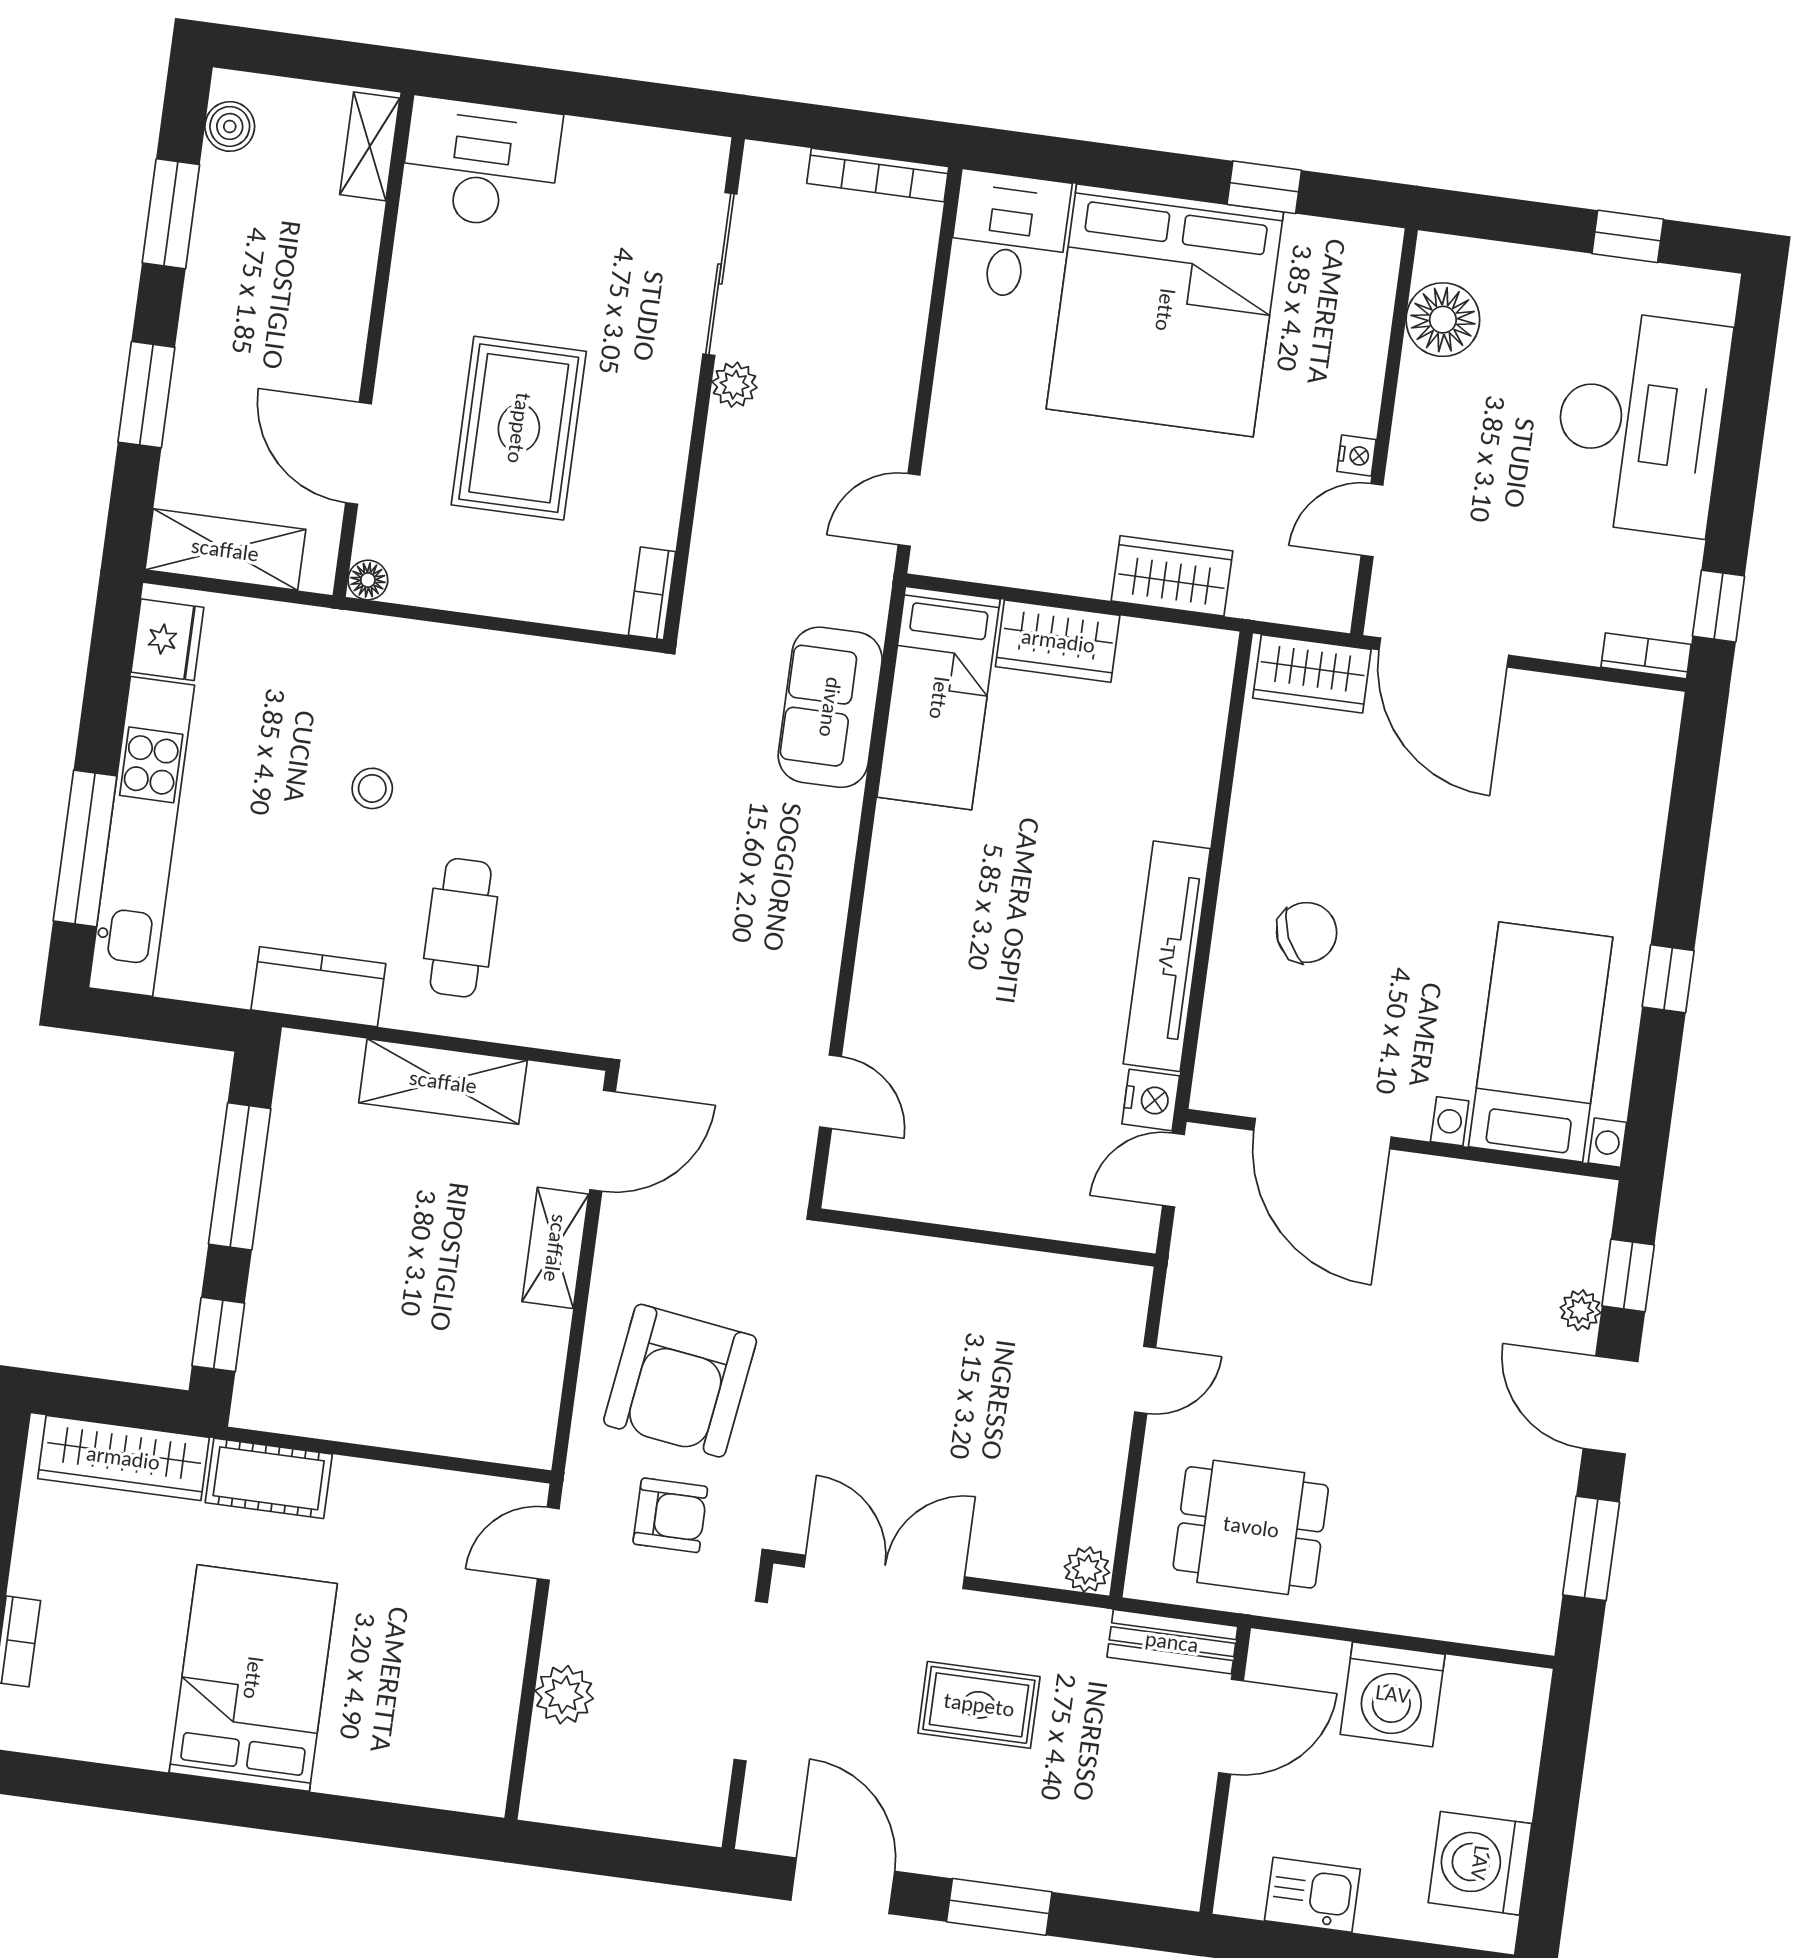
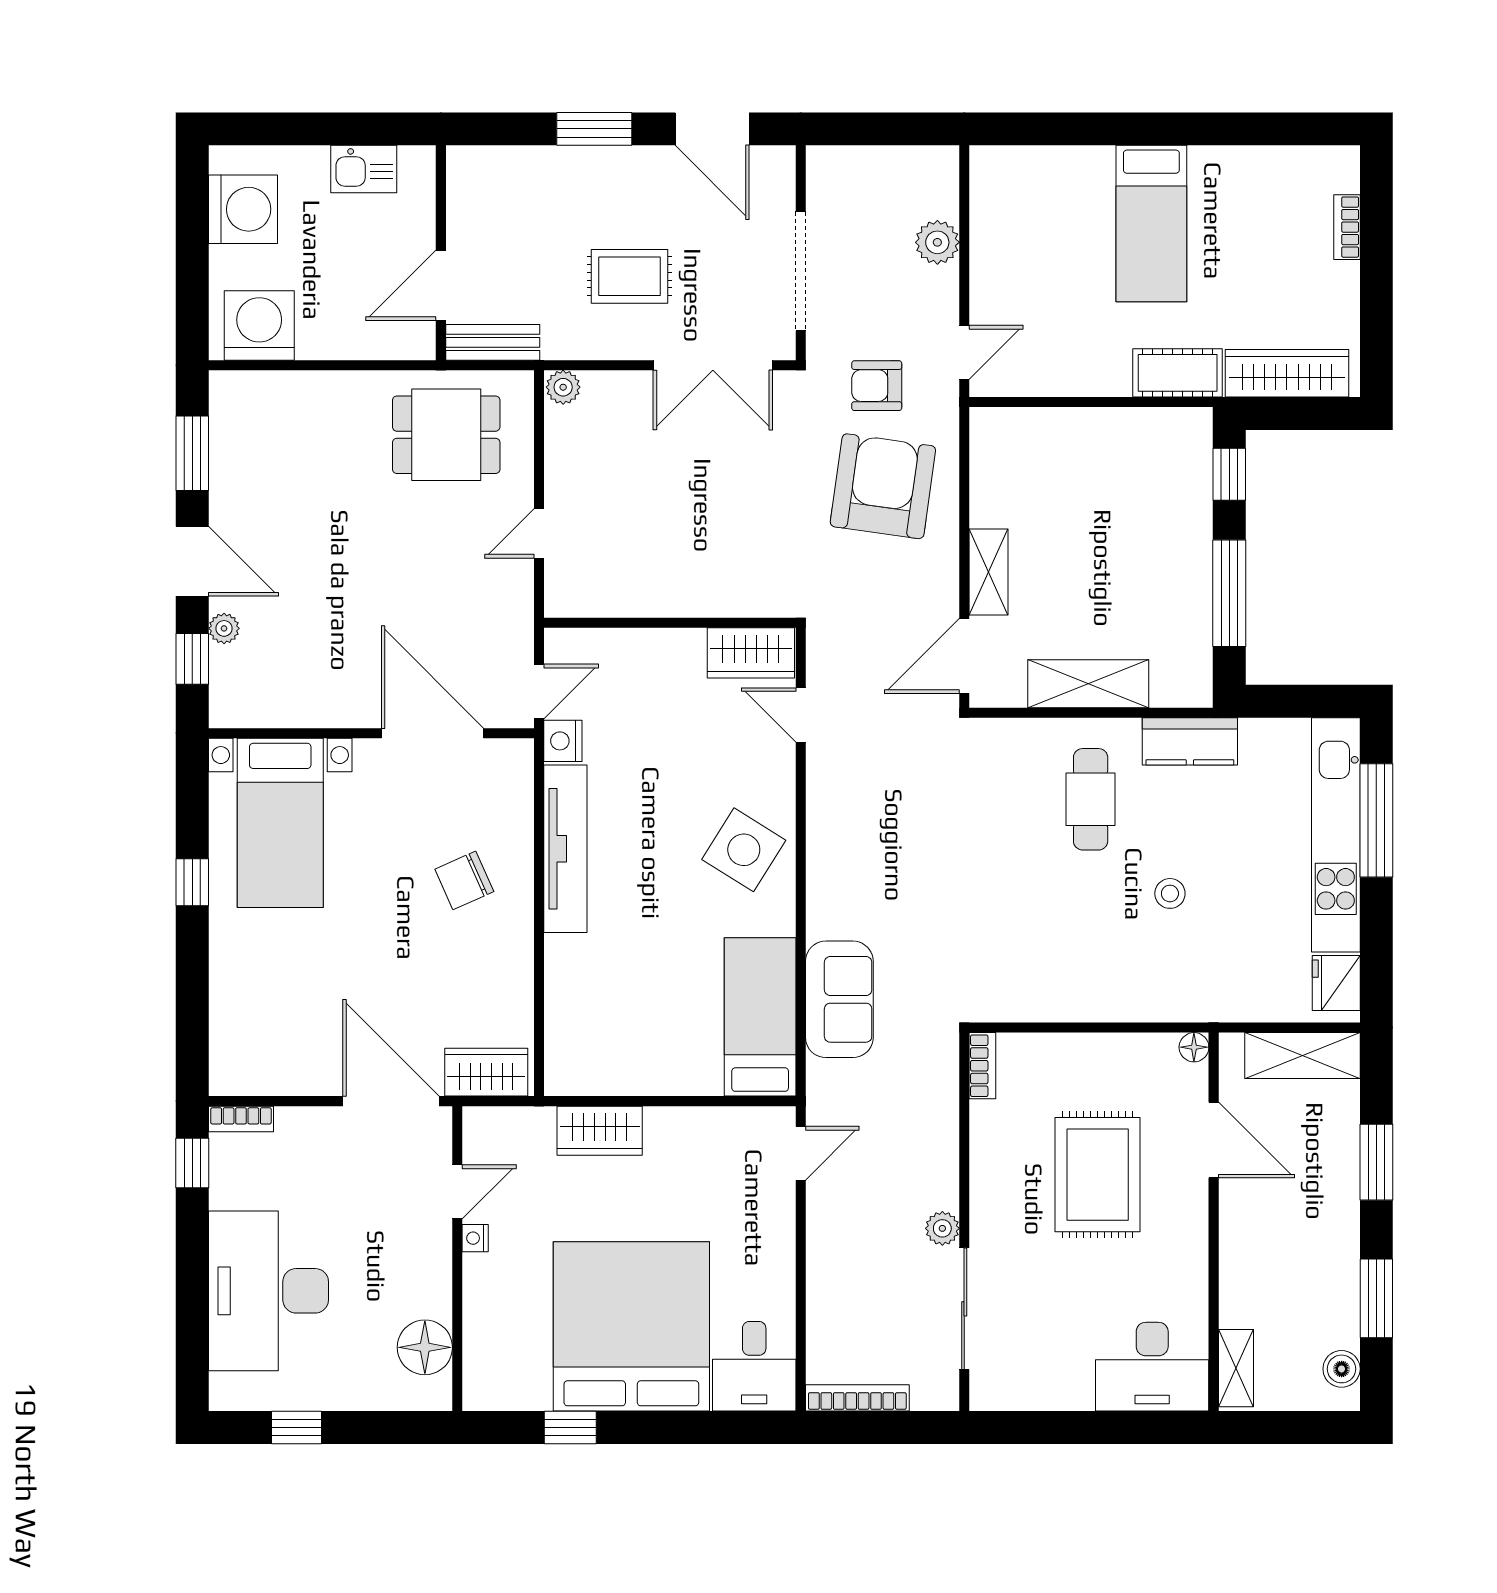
wardrobe: (1058, 641) -> (751, 653), moved, turned 180
side table: (930, 923) -> (744, 850), added
bed: (253, 1678) -> (1151, 223), width x0.67
washing machine: (1393, 1694) -> (259, 325), moved

